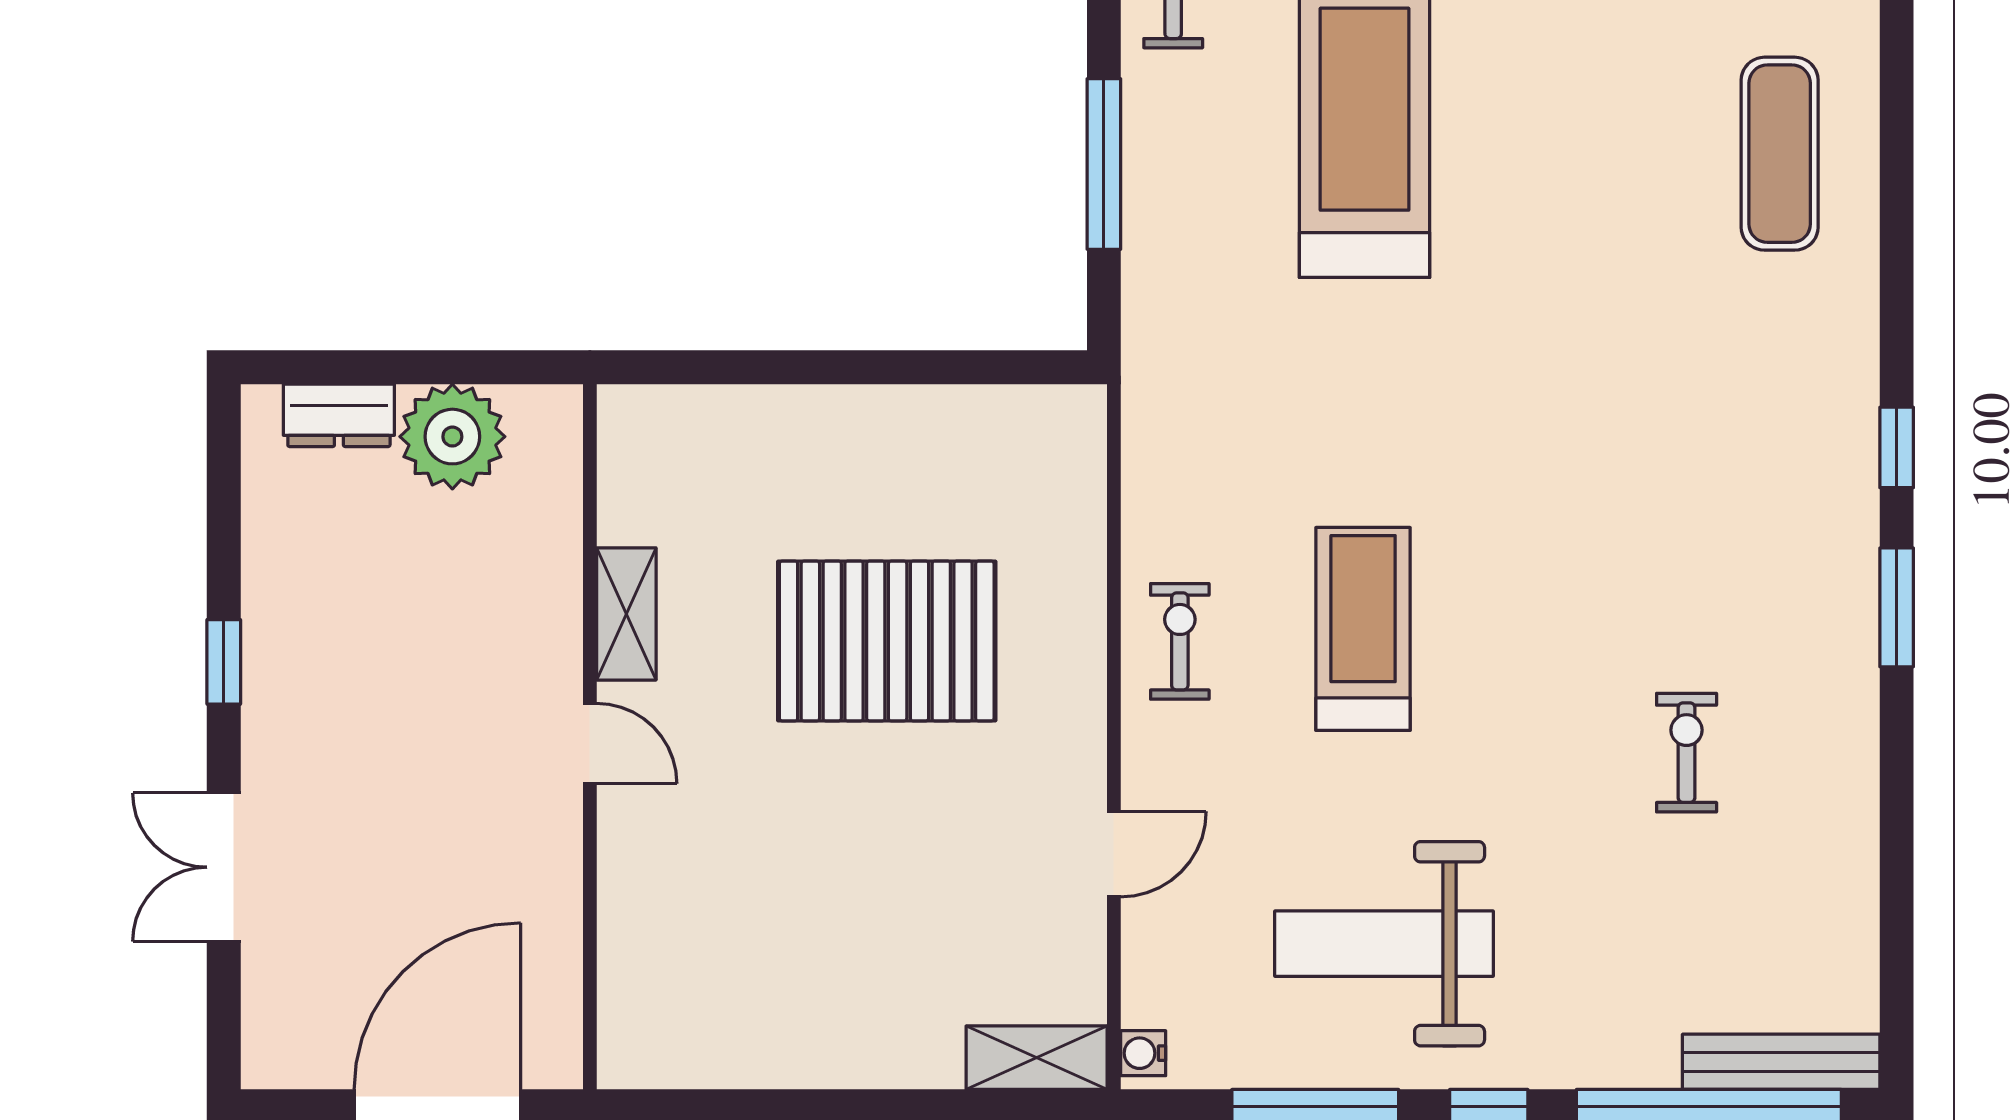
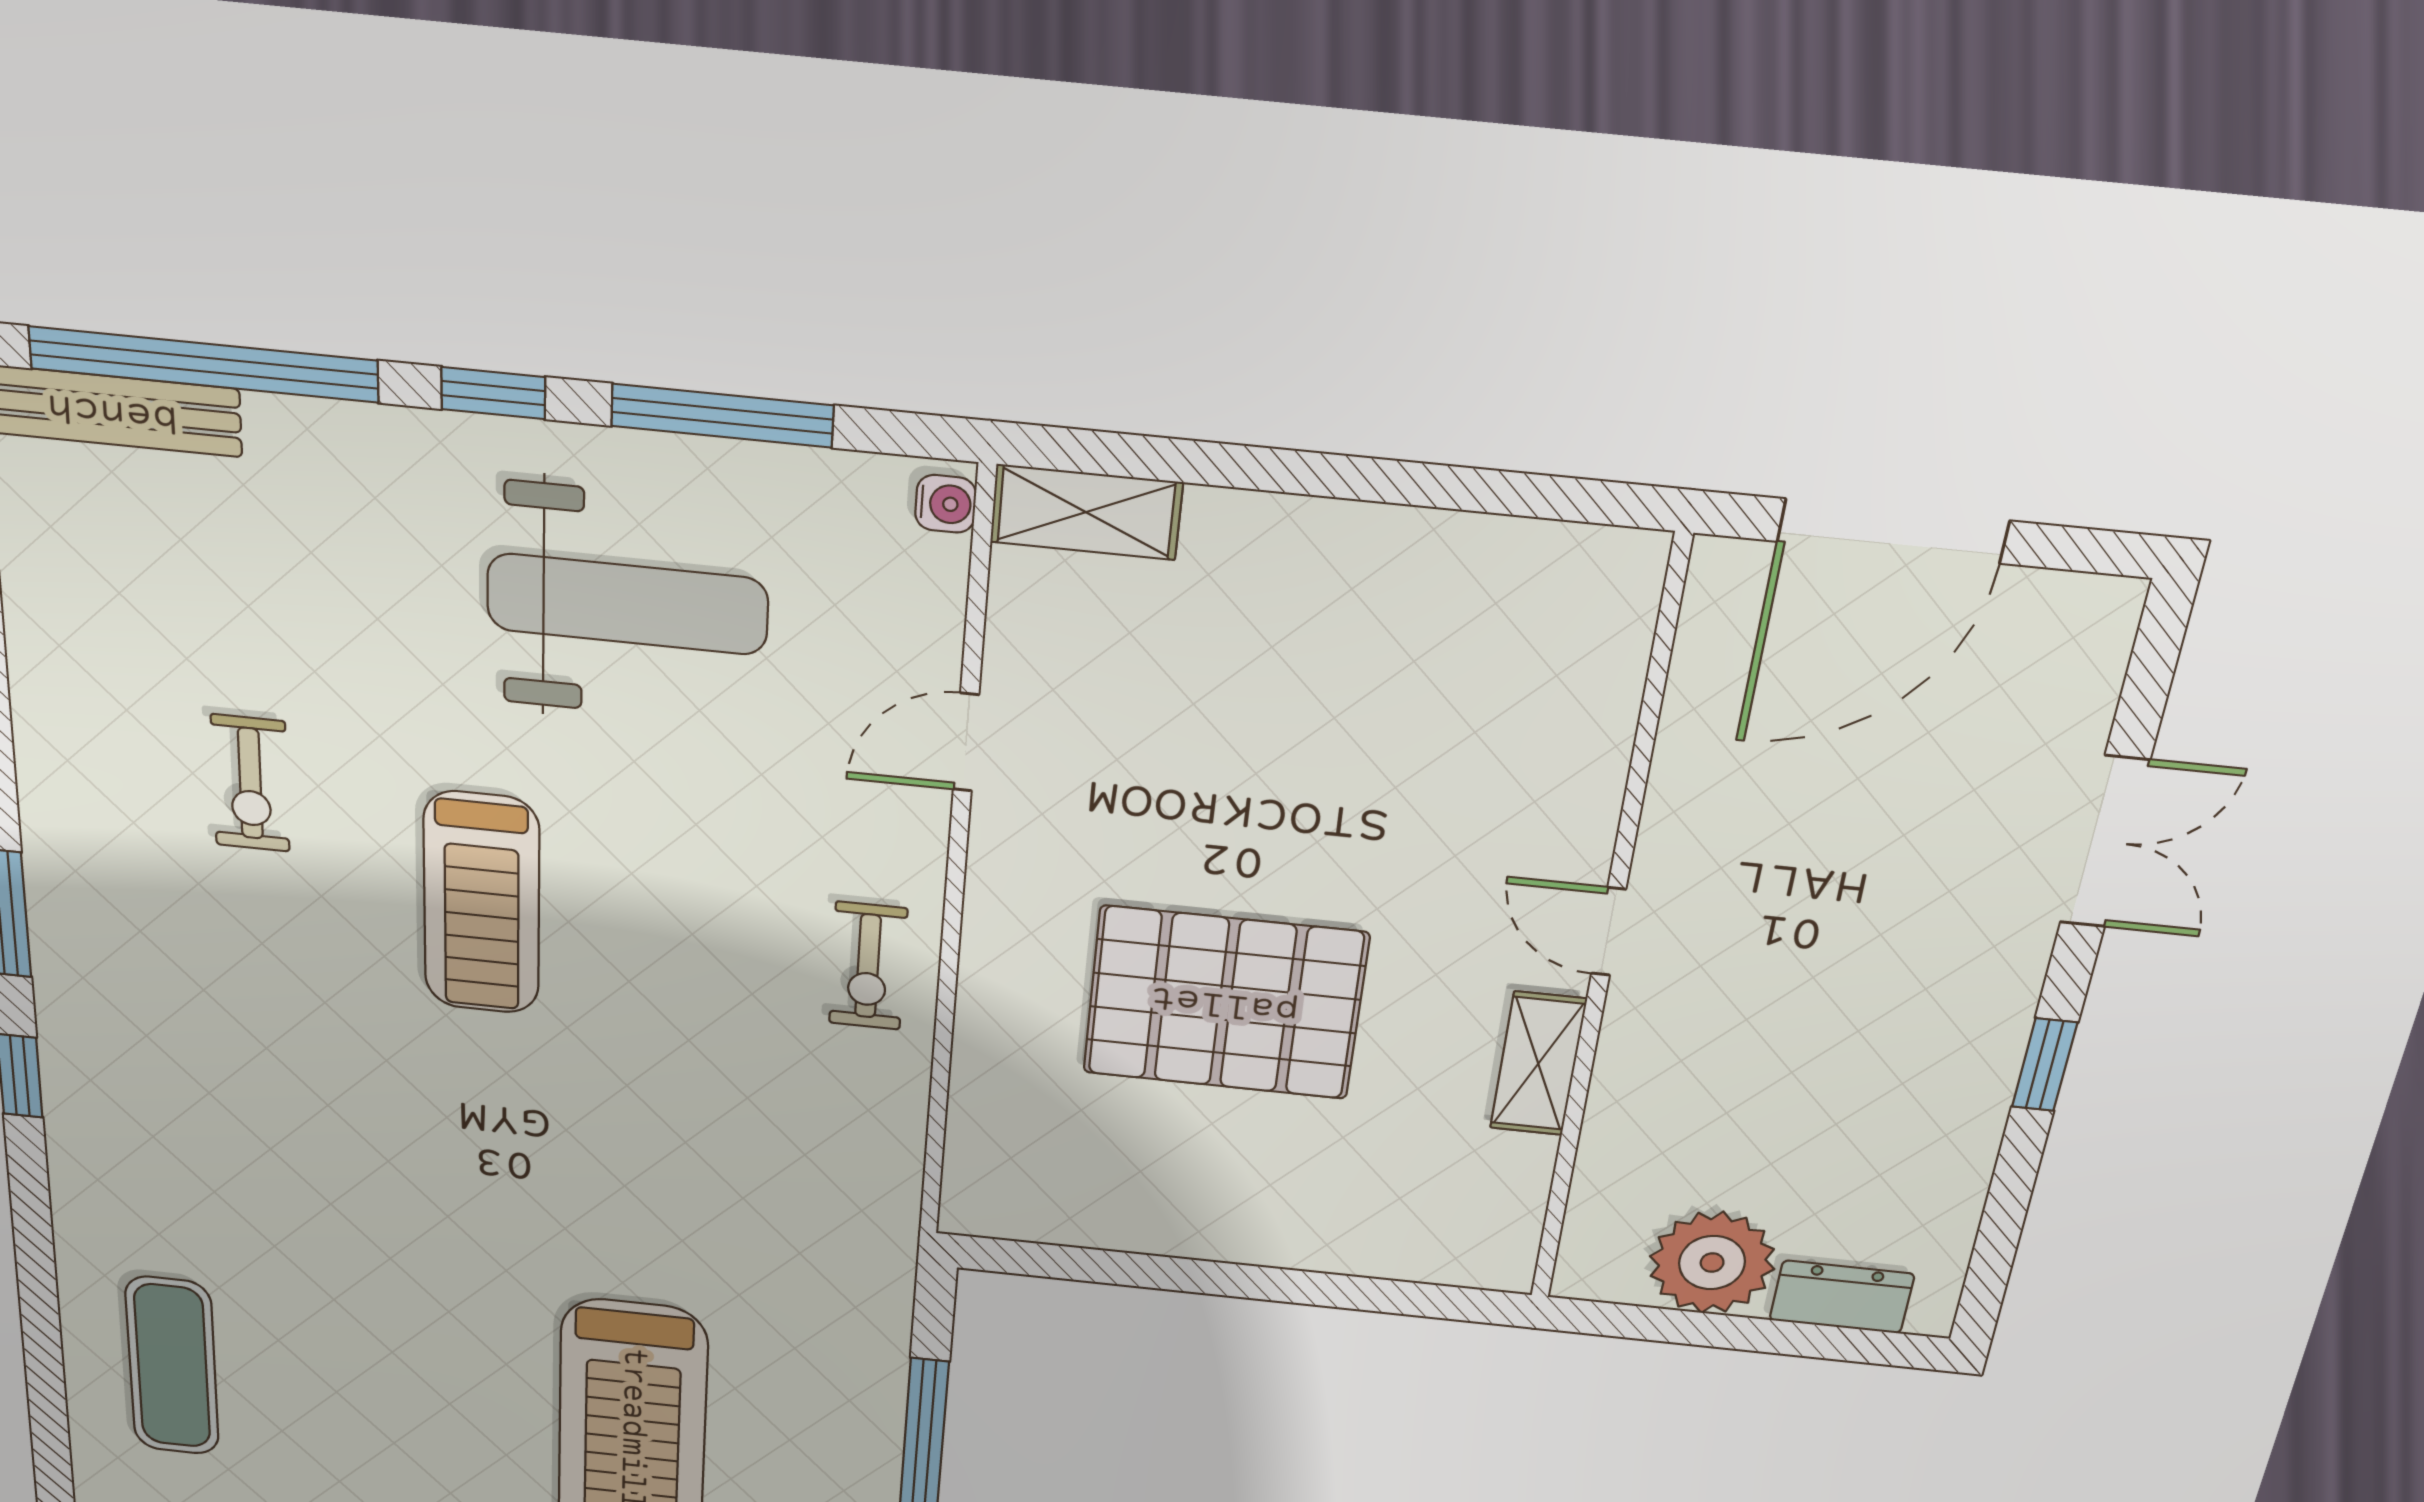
treadmill: (1363, 629) -> (482, 903), moved

